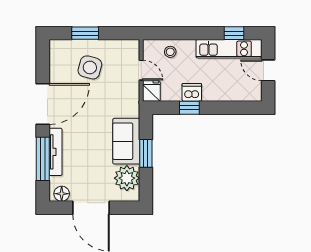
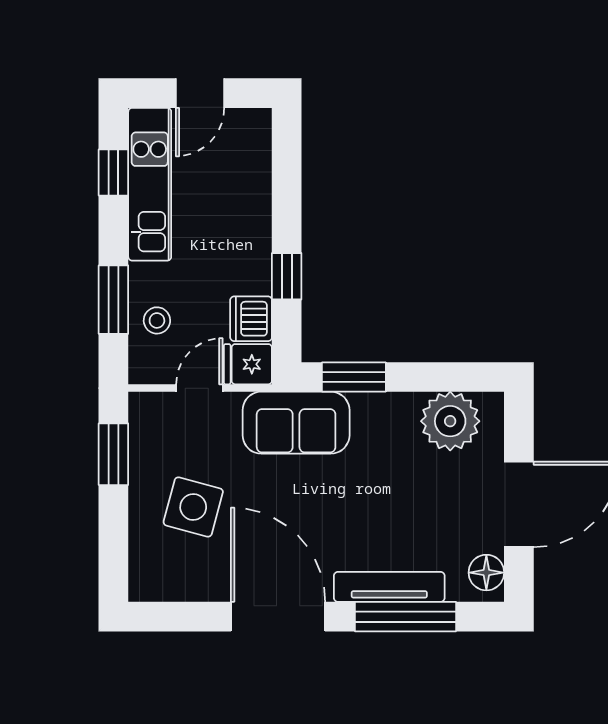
window: (85, 33) -> (113, 454), moved
window: (179, 33) -> (113, 300), added
dishwasher: (192, 92) -> (251, 319), moved
sofa: (126, 141) -> (296, 423), moved
window: (146, 153) -> (354, 377), moved

